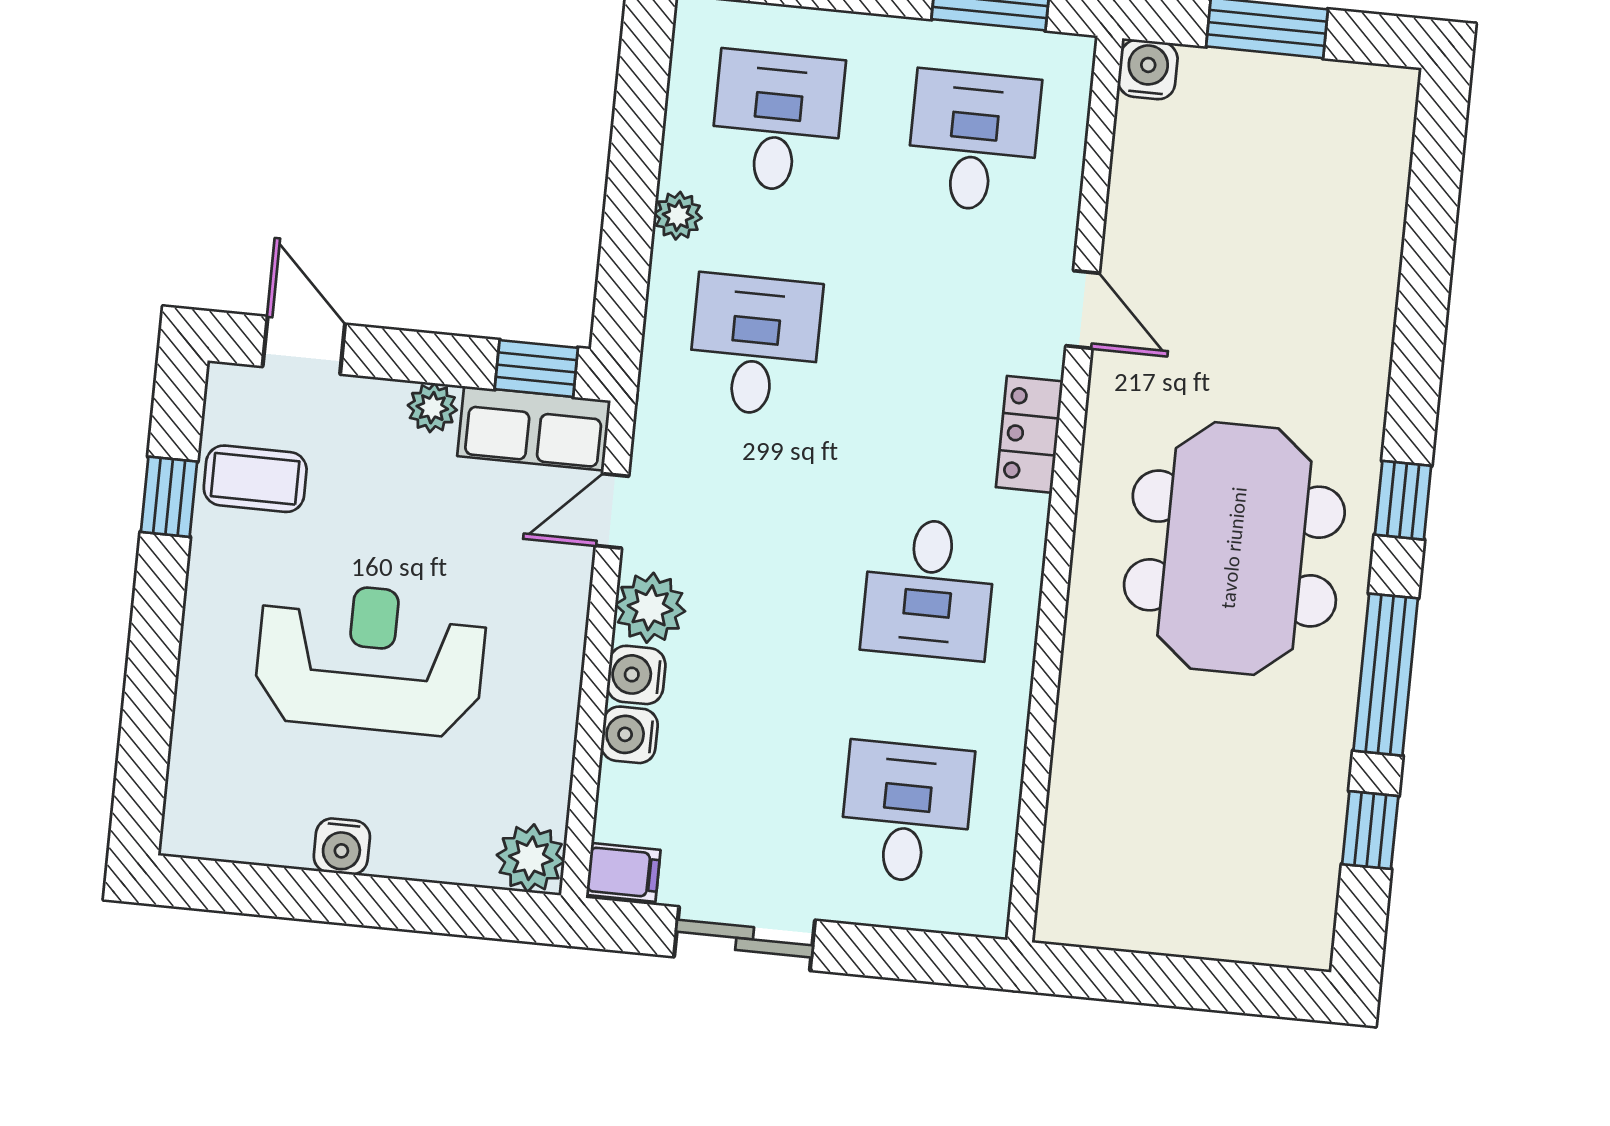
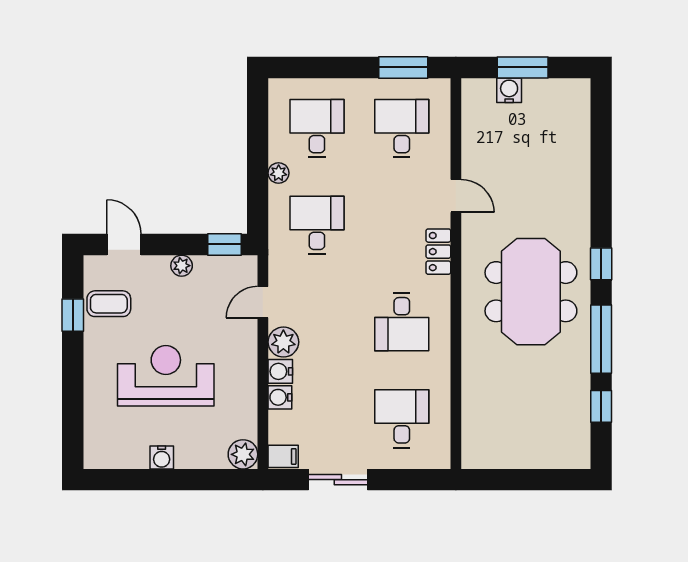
water cooler: (1148, 70) -> (509, 90), moved
row of seats: (534, 428) -> (226, 270), removed

